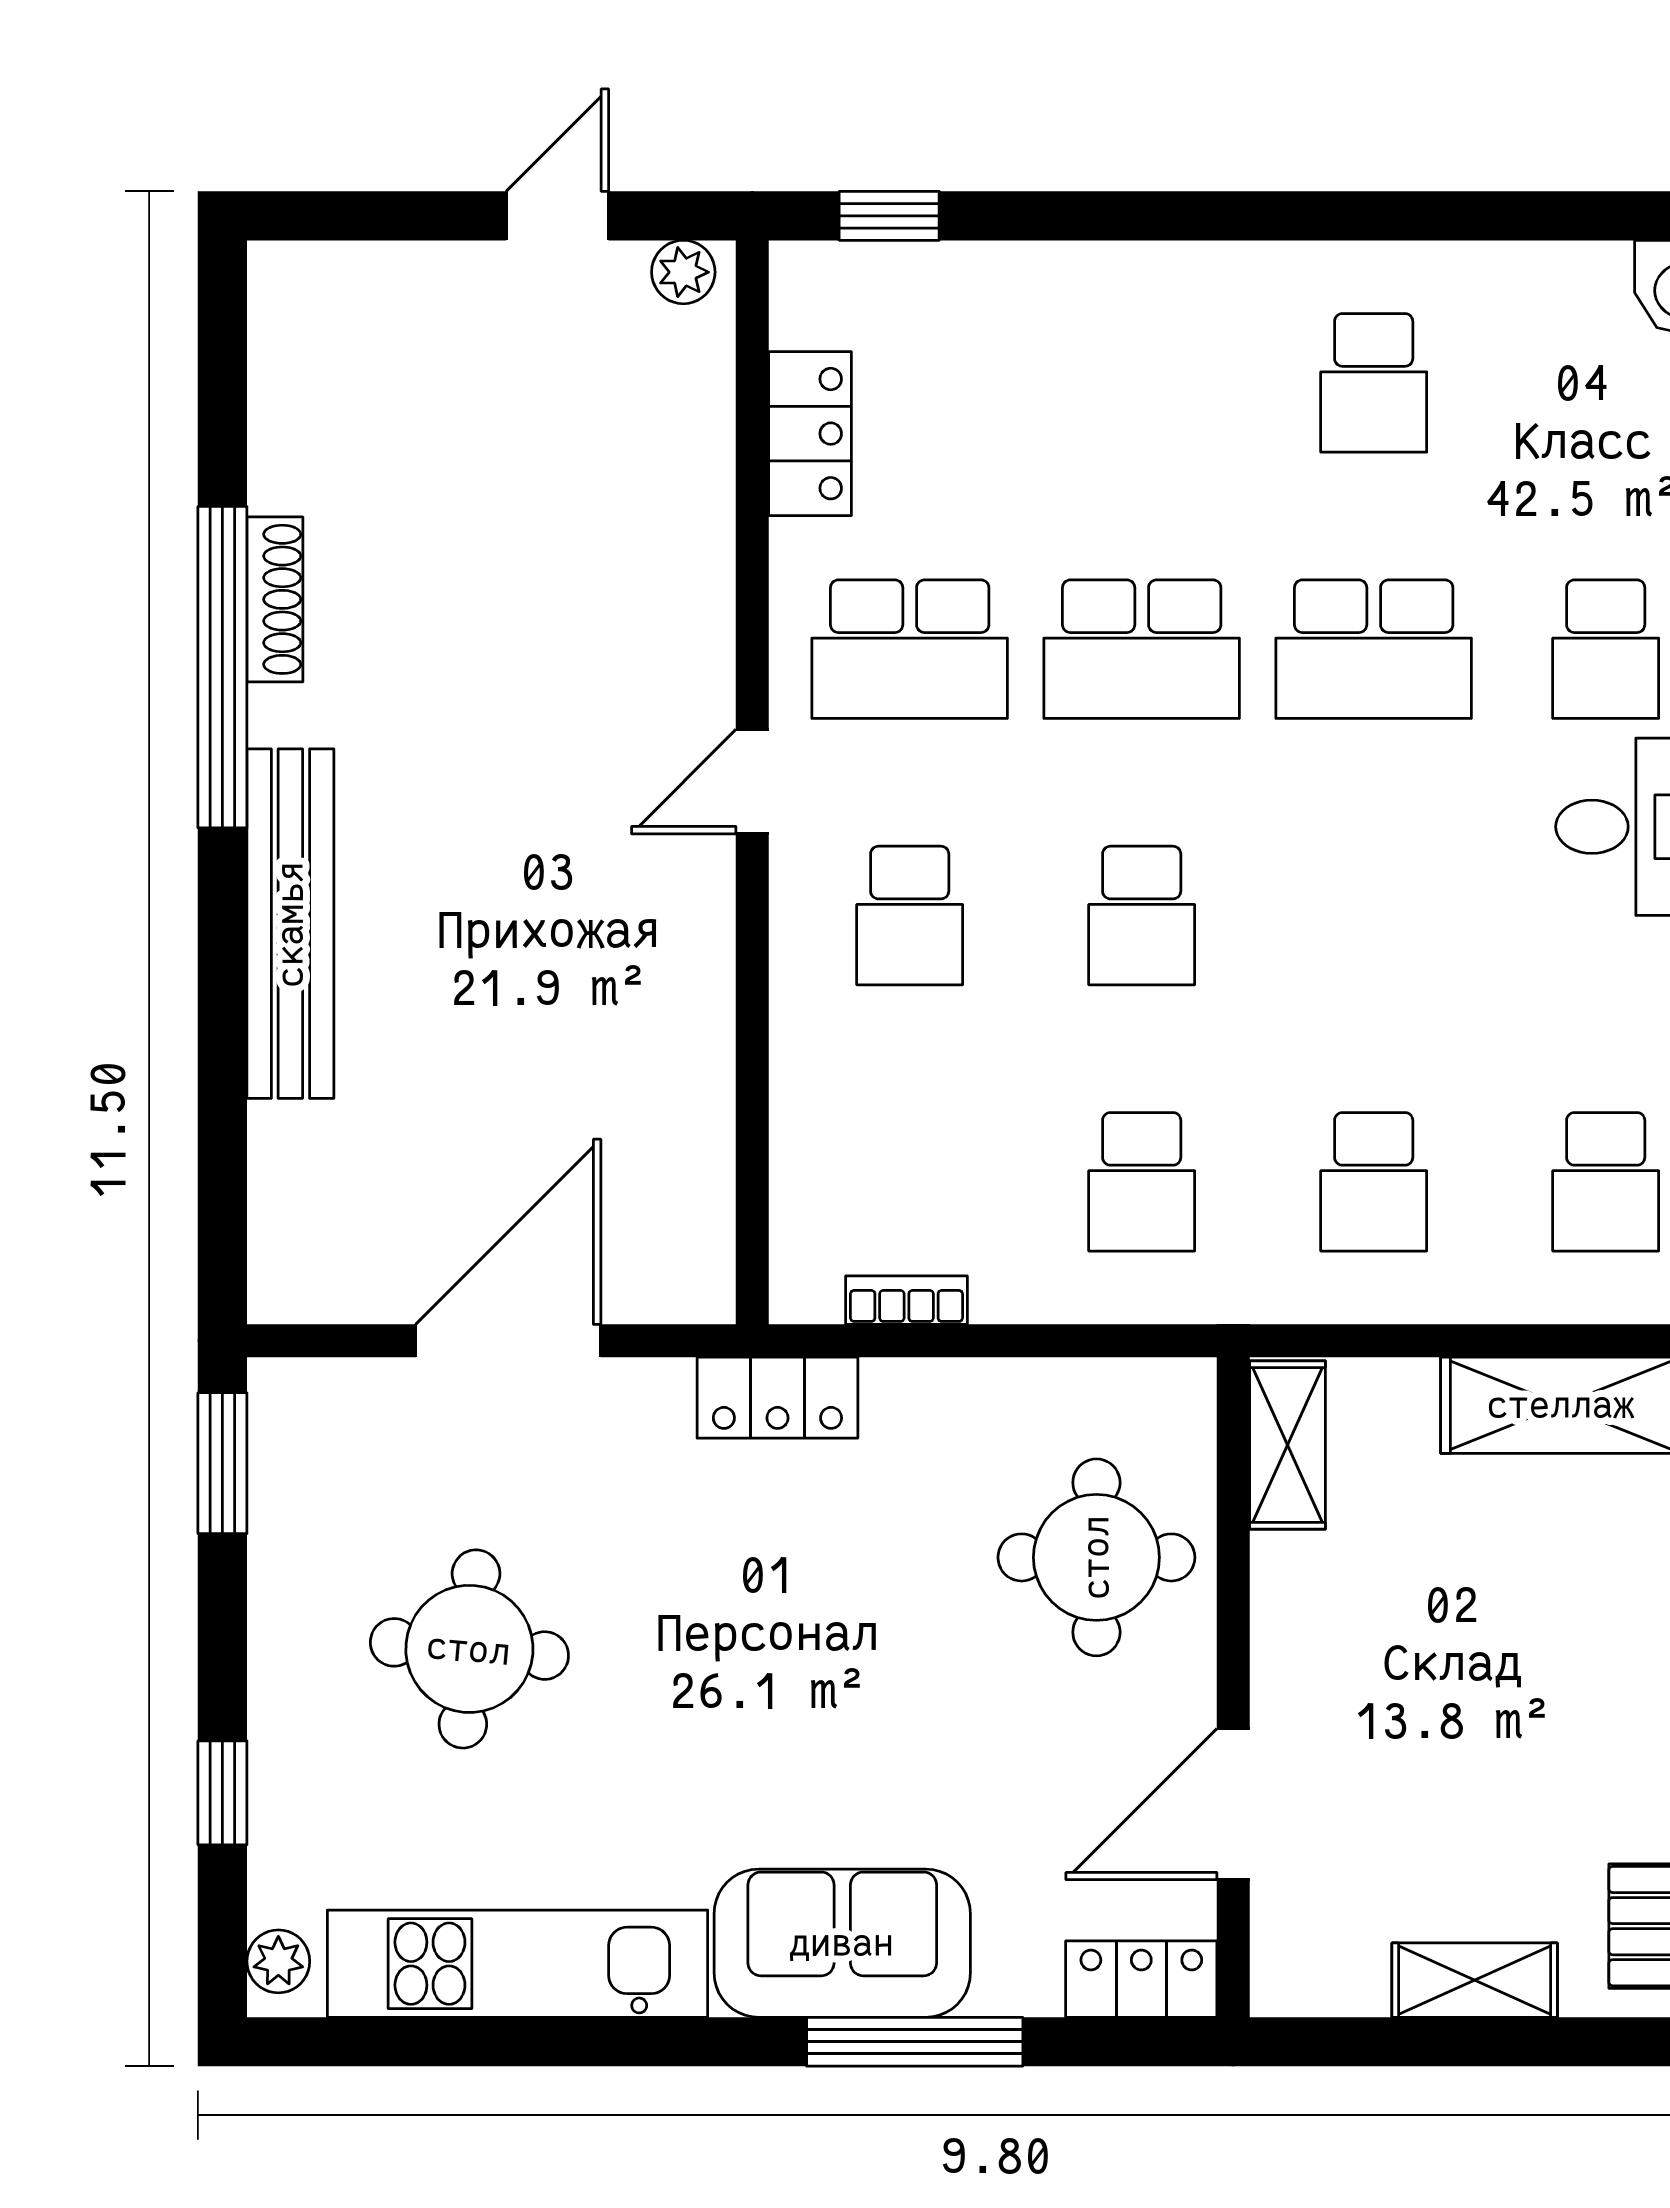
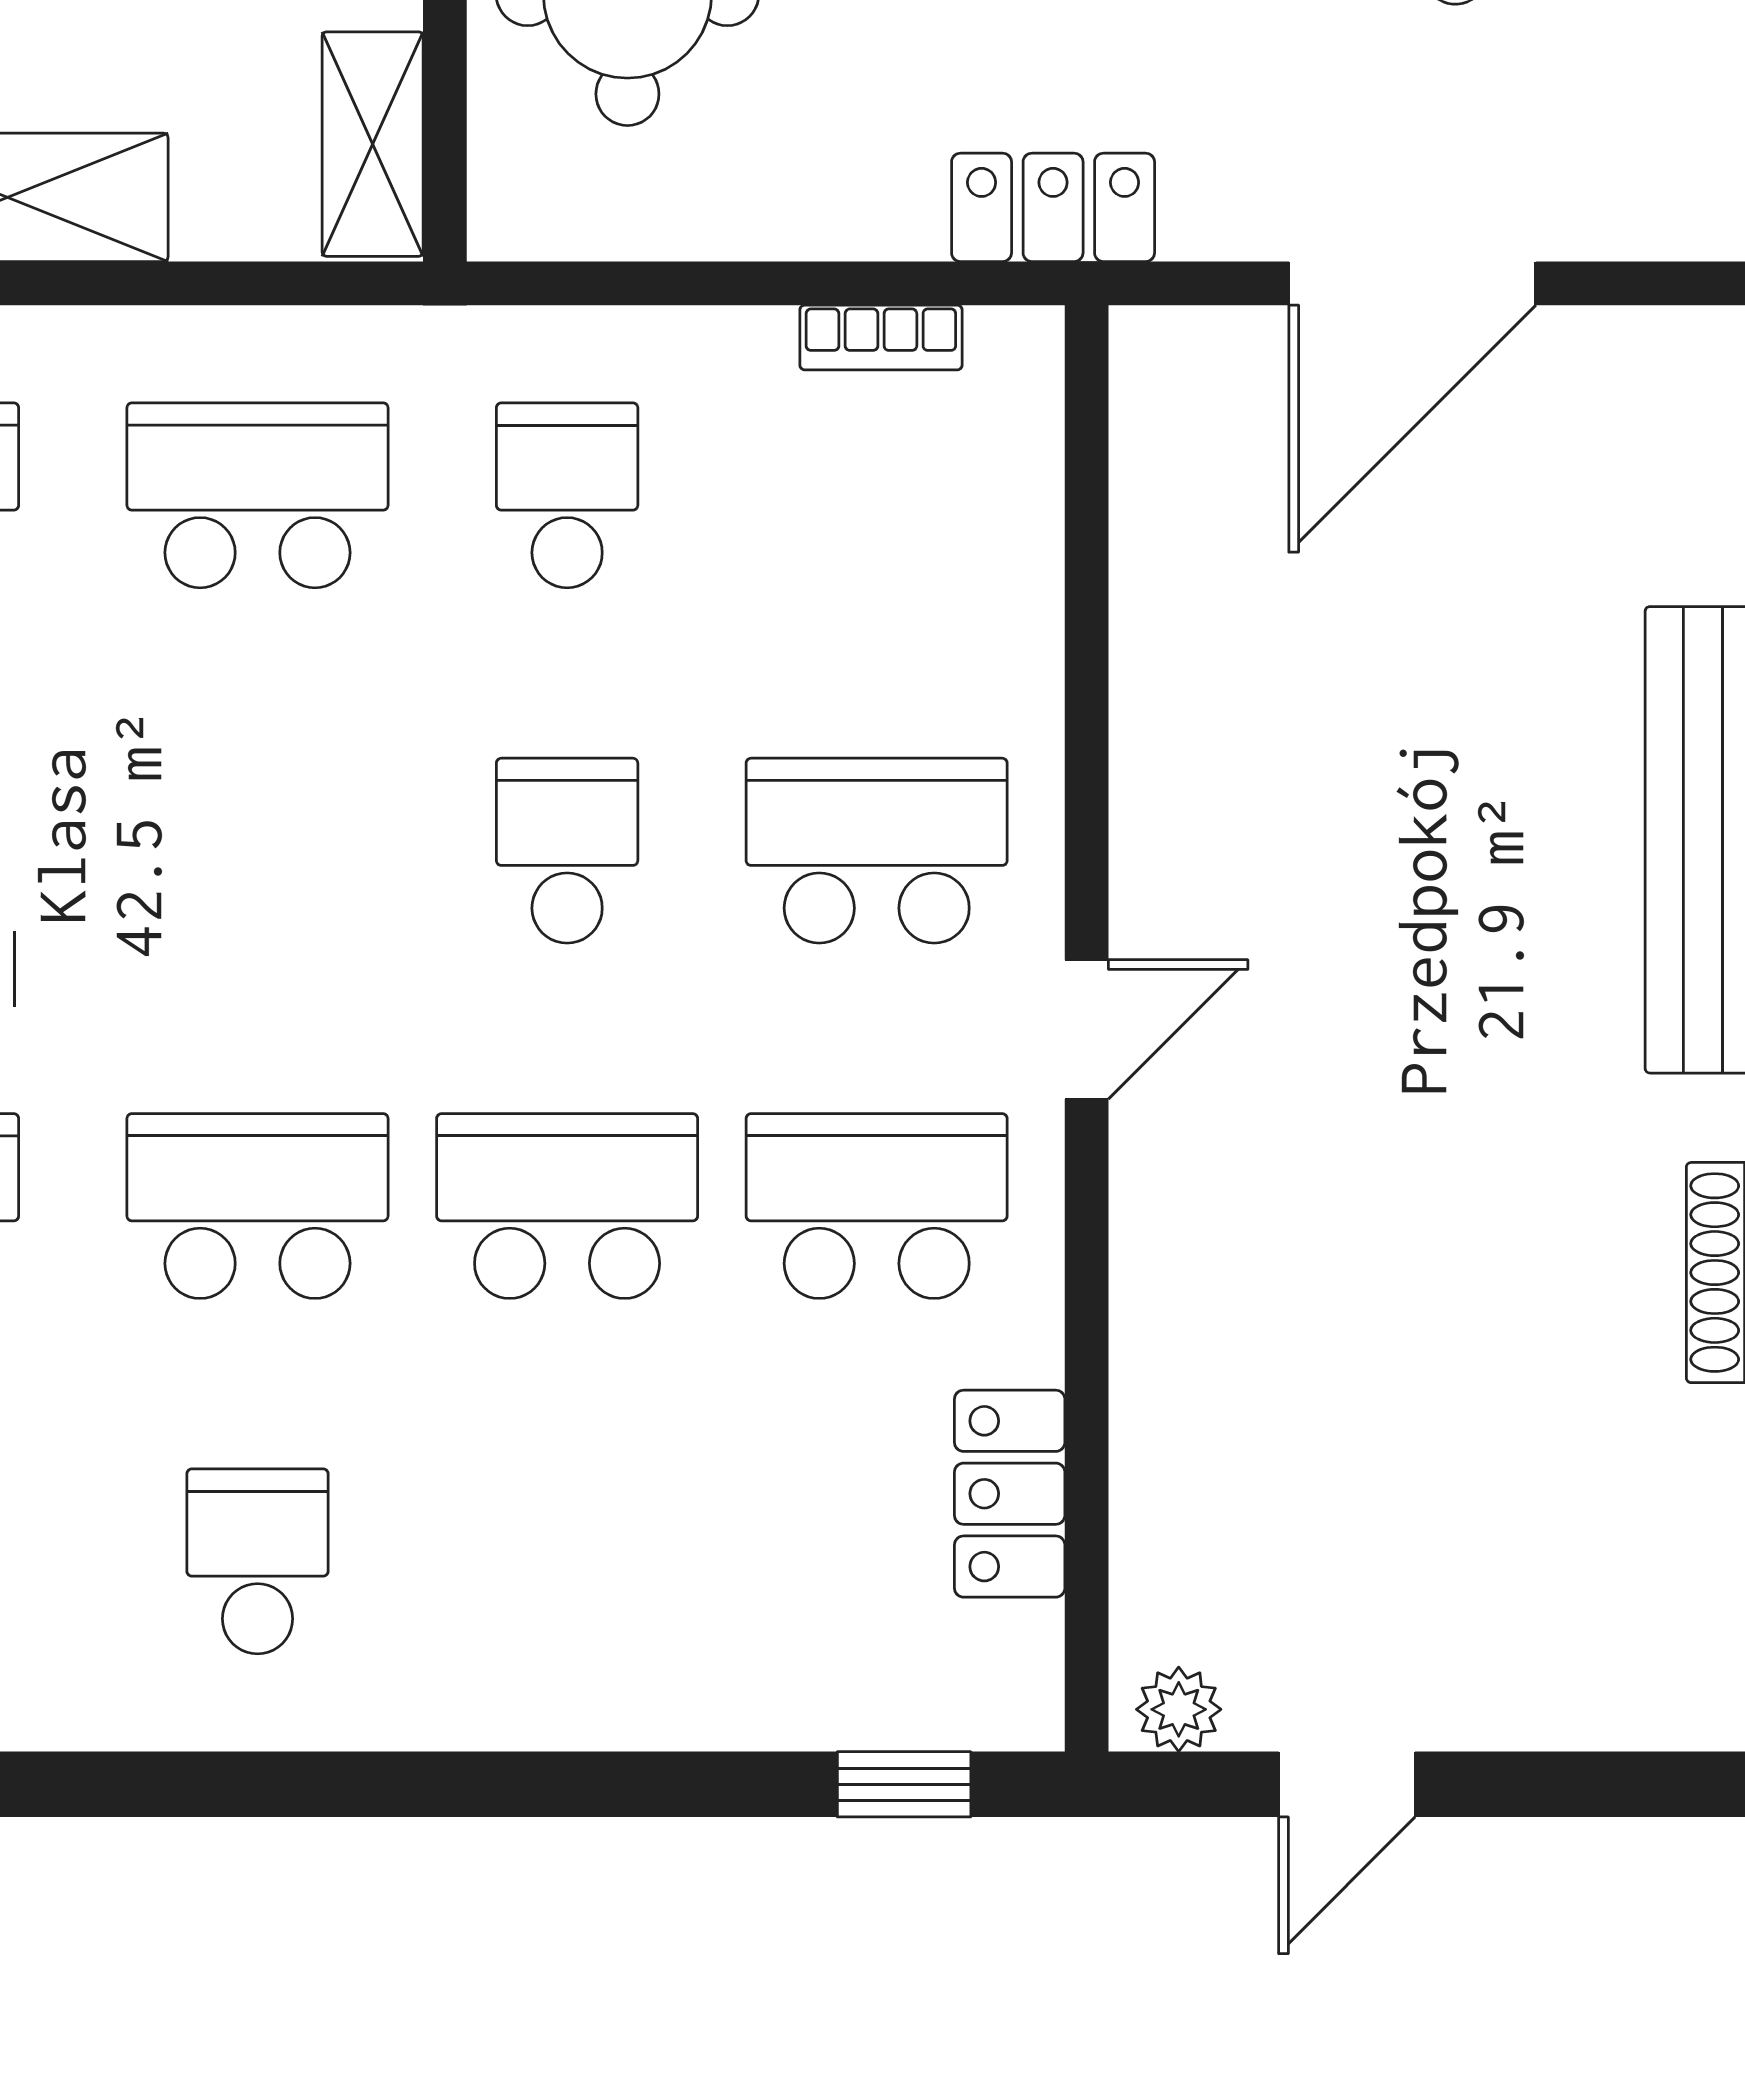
school desk: (910, 915) -> (877, 851), width x1.85
school desk: (1374, 1182) -> (258, 495), width x1.85

